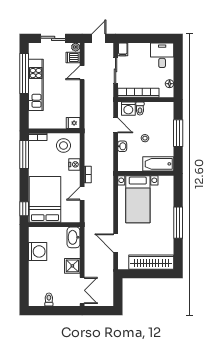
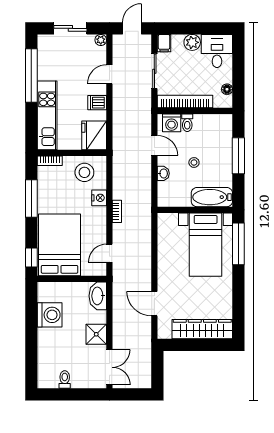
plant: (144, 49) -> (192, 42), added
dishwasher: (73, 58) -> (97, 103), moved
kitchen unit: (36, 85) -> (47, 115), moved
fridge: (73, 123) -> (94, 135), width x1.88, depth x1.34
window: (24, 154) -> (31, 198), moved
door: (82, 194) -> (109, 253), moved
bed with nightstands: (138, 199) -> (206, 245), moved
window: (178, 223) -> (238, 244), moved

